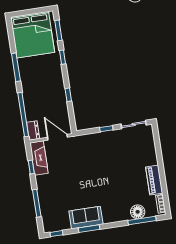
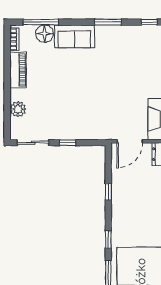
door: (57, 137) -> (130, 141), hinge flipped
plant: (149, 149) -> (18, 109), added
sofa: (86, 218) -> (74, 36), moved

